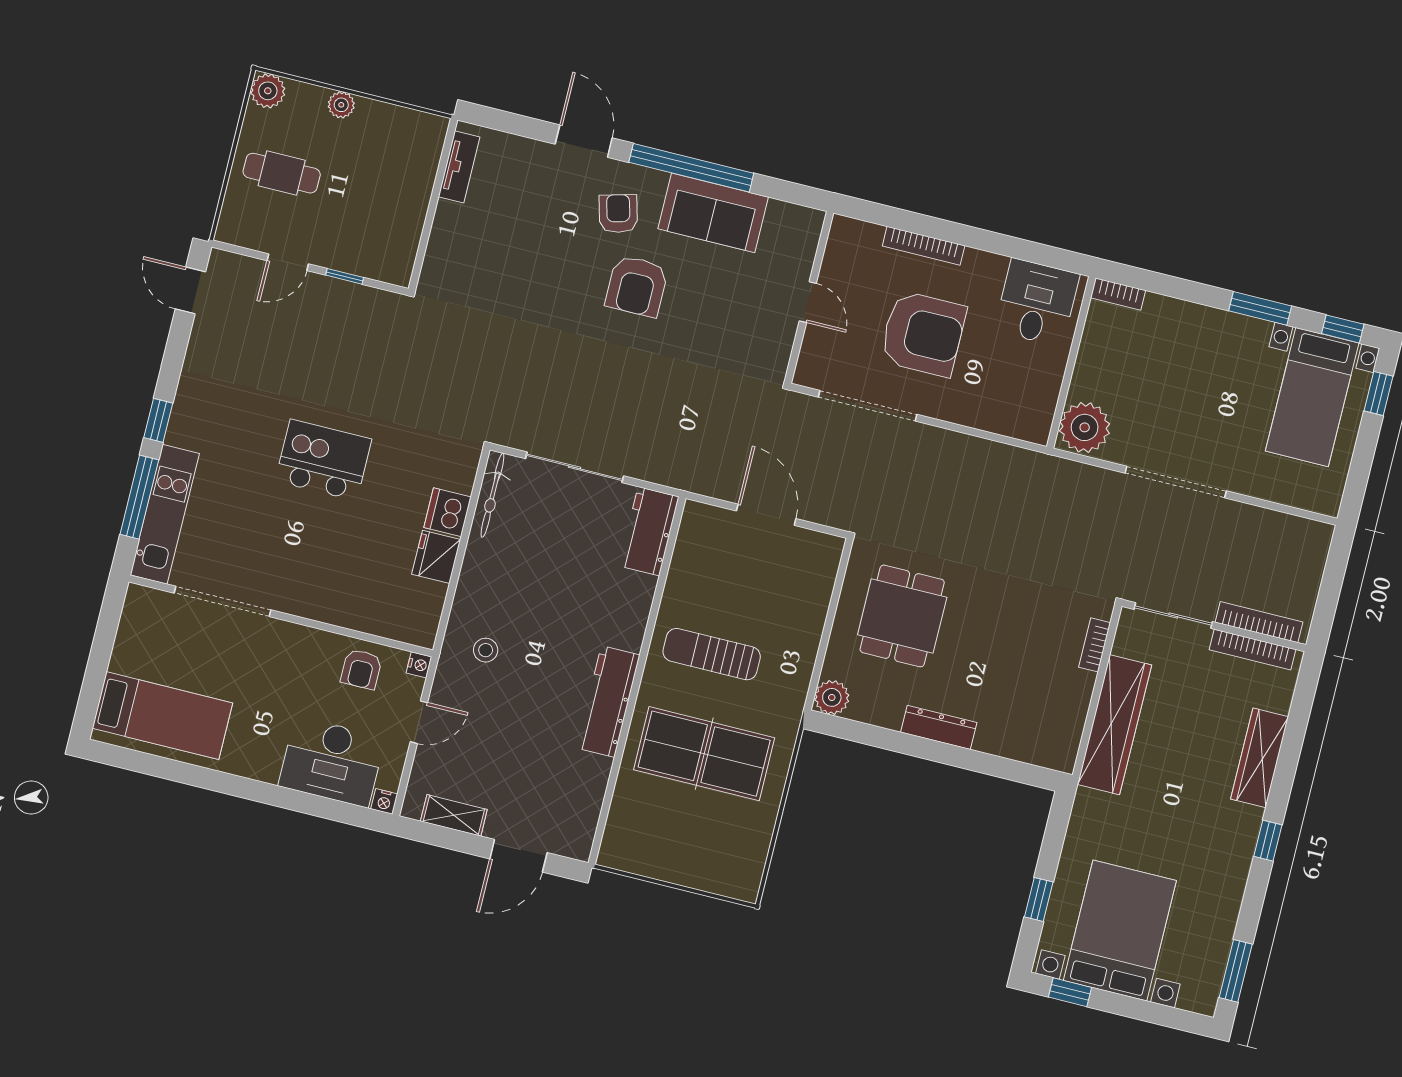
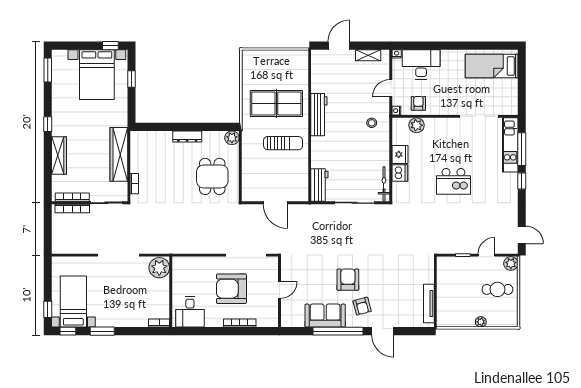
plant: (268, 91) -> (511, 263), moved
tv unit: (459, 167) -> (429, 303), width x1.41
door: (808, 302) -> (279, 290), swing flipped
plant: (379, 617) -> (417, 125), added

